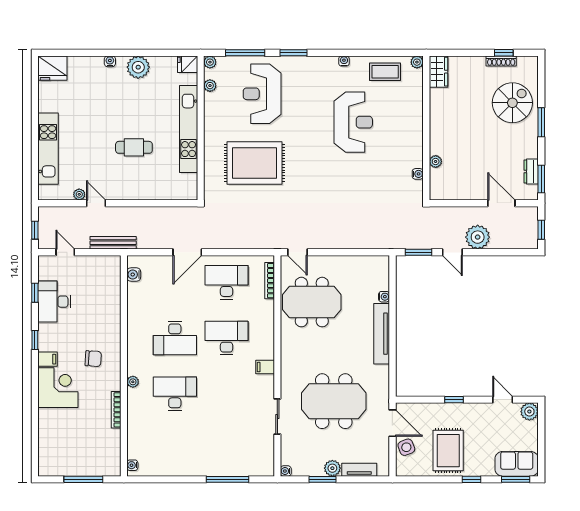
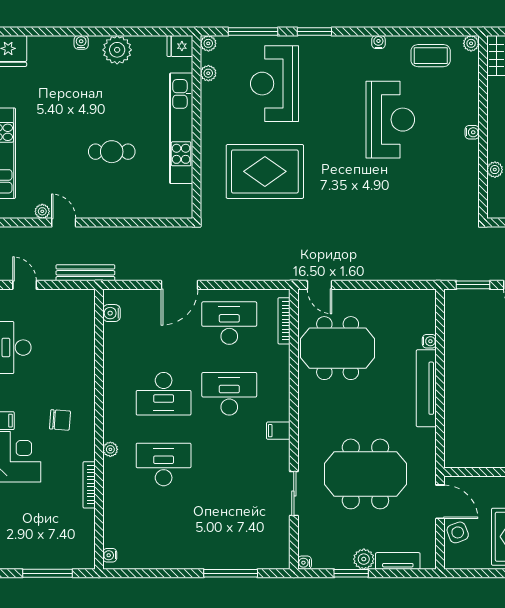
water cooler: (418, 174) -> (472, 132), moved

